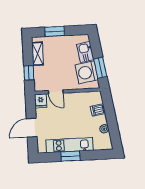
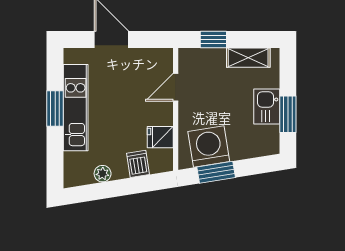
window: (55, 31) -> (288, 114), moved
kitchen sink: (85, 52) -> (267, 107), moved, turned -81
fridge: (41, 101) -> (160, 137), moved

